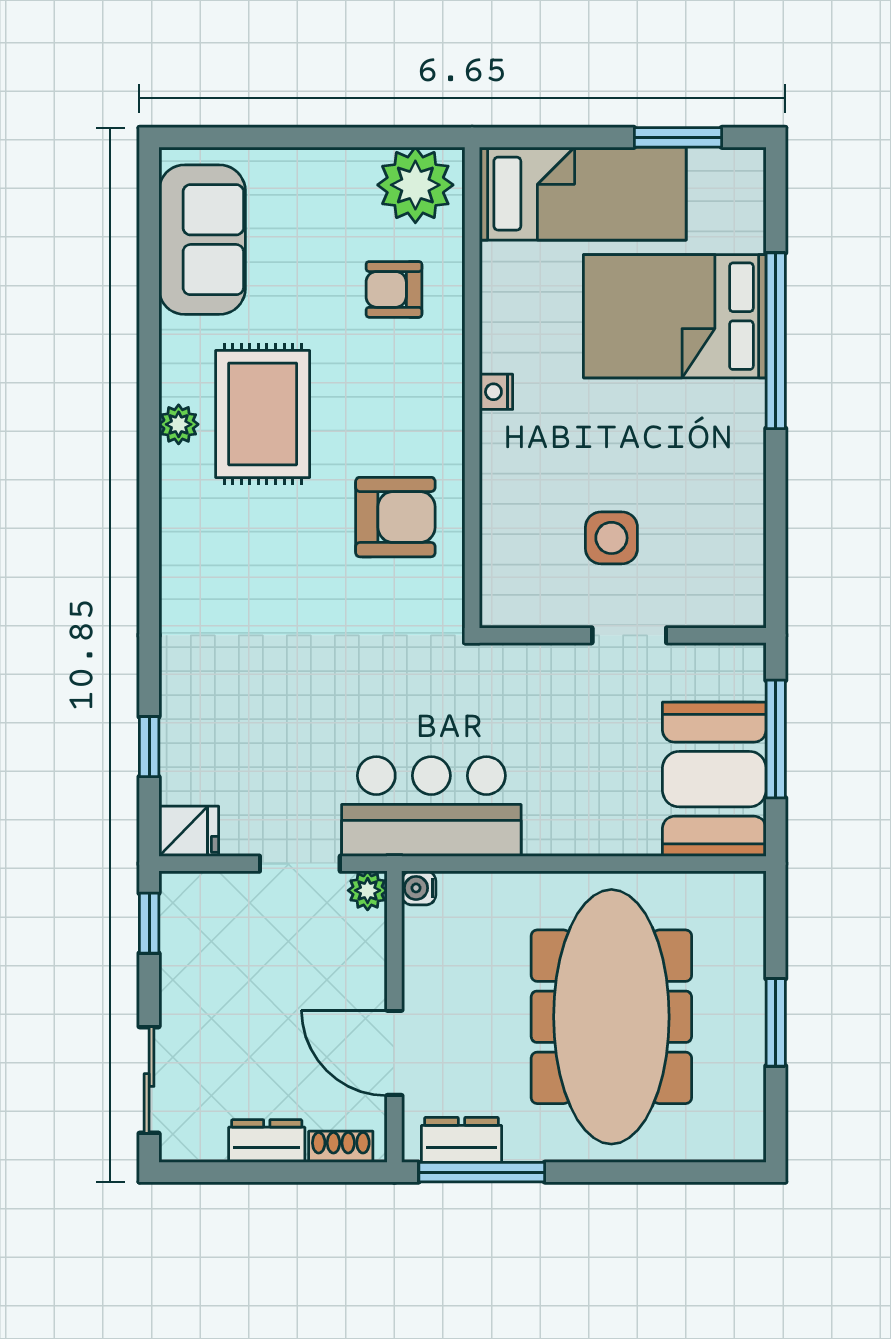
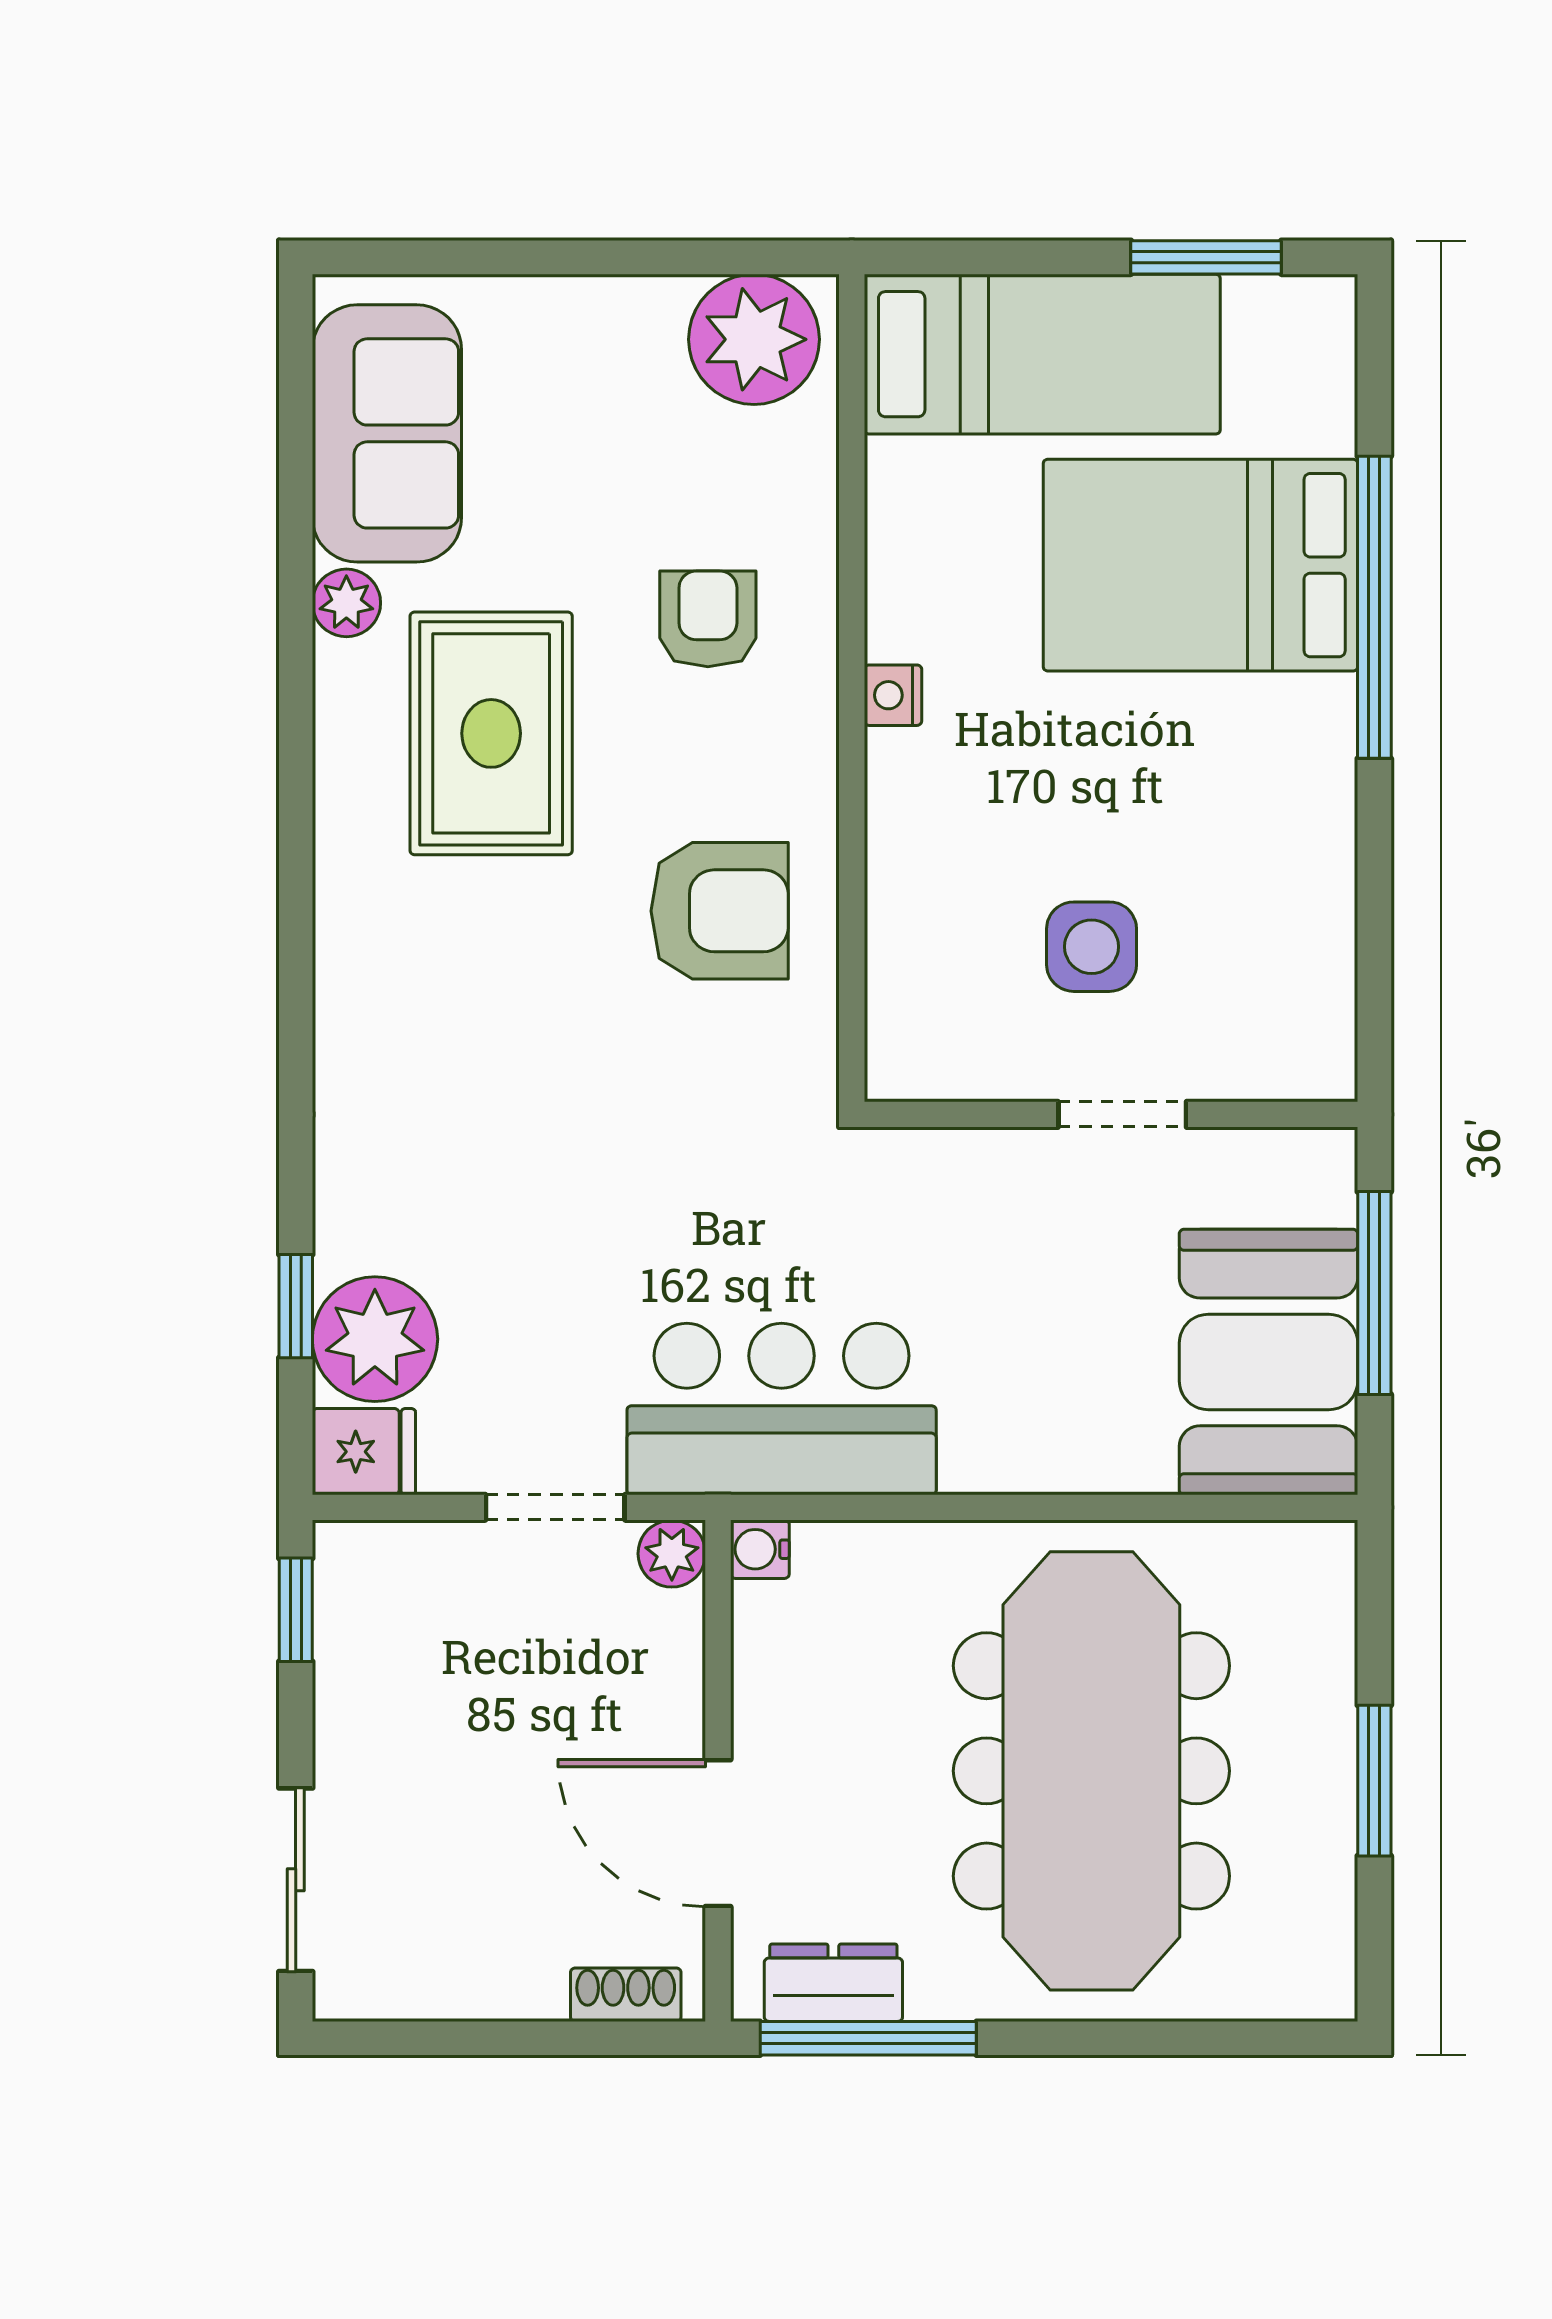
armchair: (394, 289) -> (708, 619), moved, turned 90
plant: (179, 424) -> (346, 603), moved
plant: (195, 766) -> (375, 1339), added
dresser: (267, 1141) -> (498, 1985), removed

